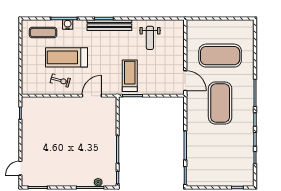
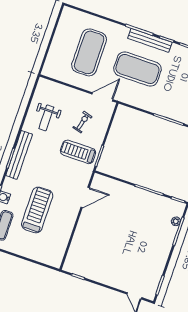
weight bench: (150, 38) -> (46, 118), turned 90
treadmill: (67, 57) -> (37, 210), turned 180
exercise bike: (60, 80) -> (82, 122), moved
door: (92, 96) -> (85, 197), swing flipped
bench: (249, 105) -> (150, 40), added

